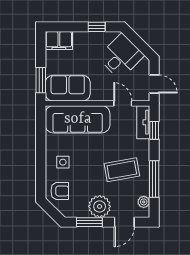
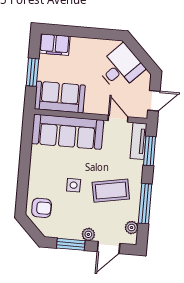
window: (97, 27) -> (97, 33), removed
window: (41, 80) -> (32, 72), moved
door: (154, 84) -> (154, 101), hinge flipped
window: (154, 130) -> (150, 151), width x1.50
side table: (63, 162) -> (74, 185), moved
plant: (100, 206) -> (88, 234), width x0.53, depth x0.53

